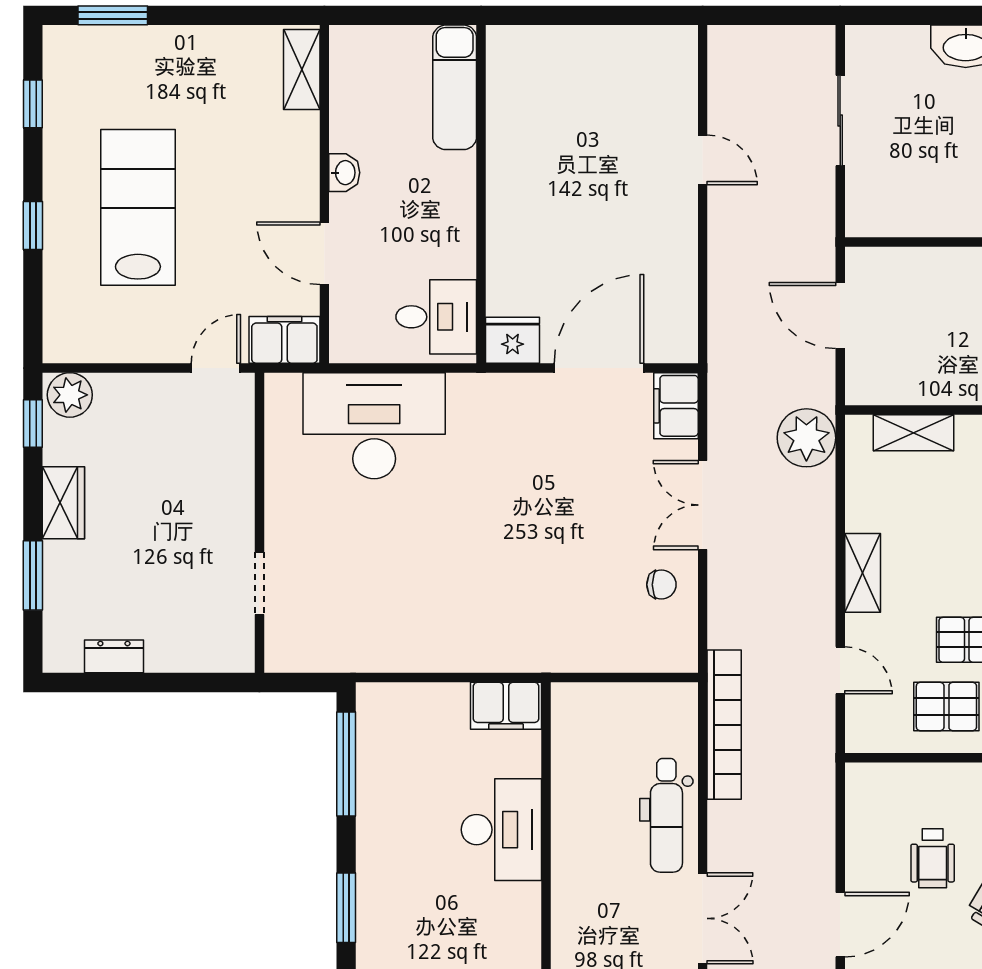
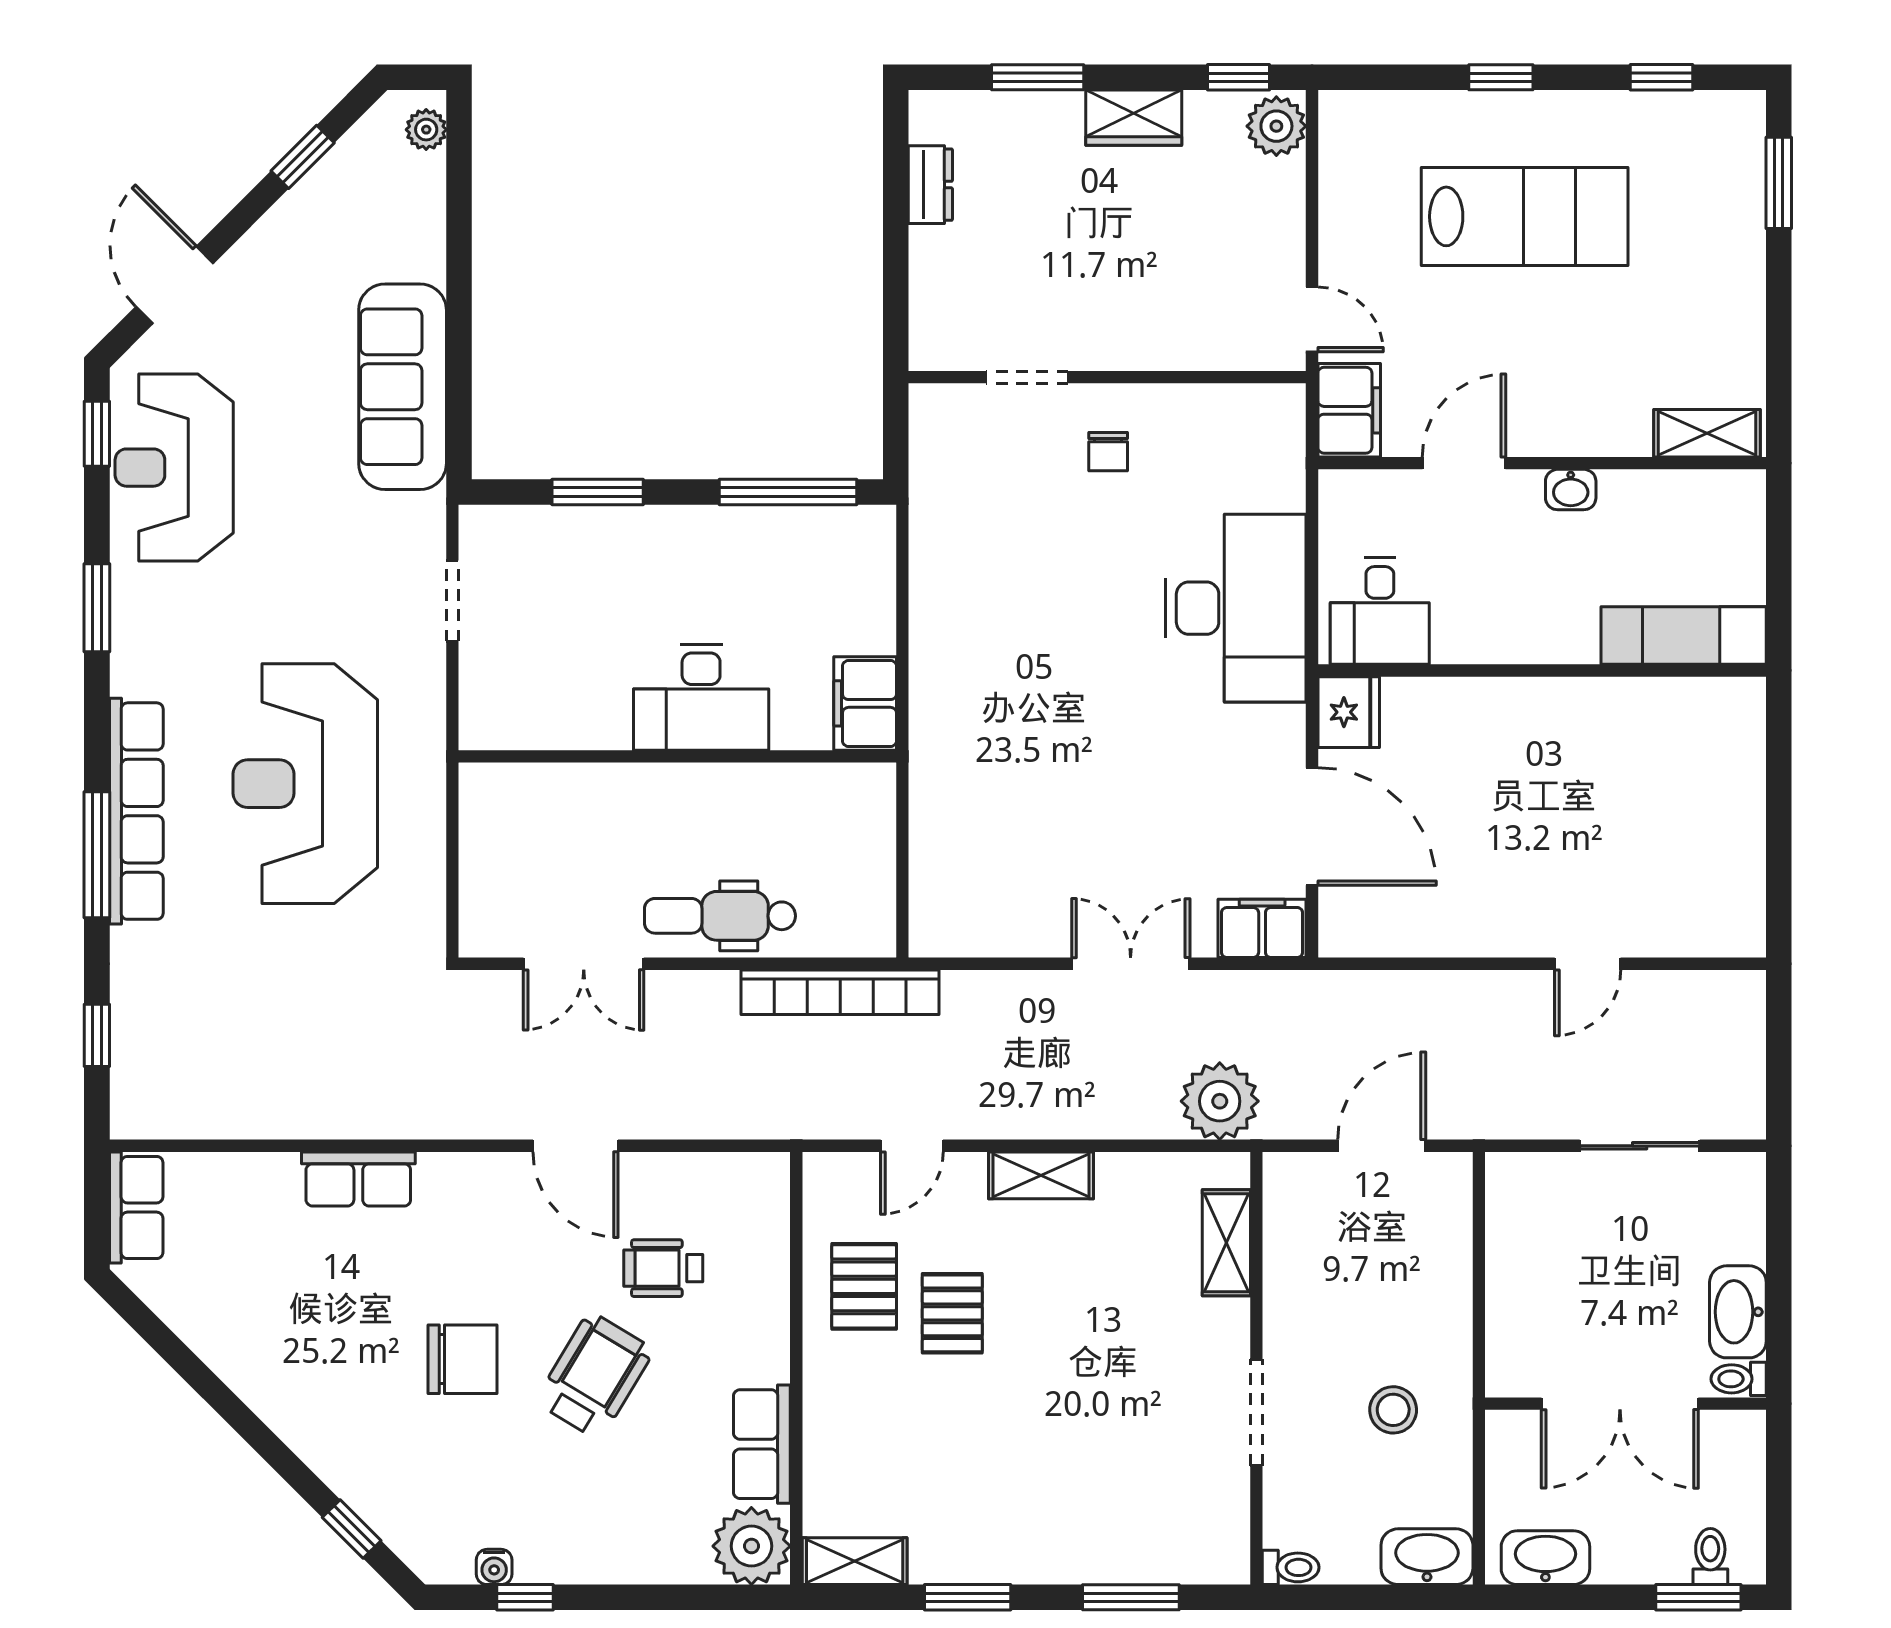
desk: (374, 426) -> (1236, 608), moved
chair: (661, 585) -> (1108, 452), moved

